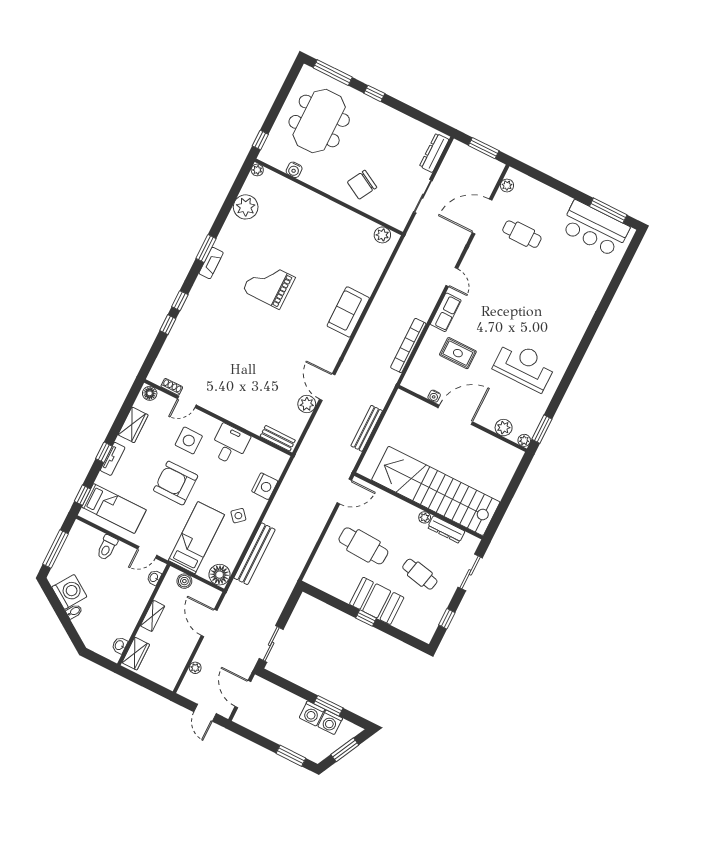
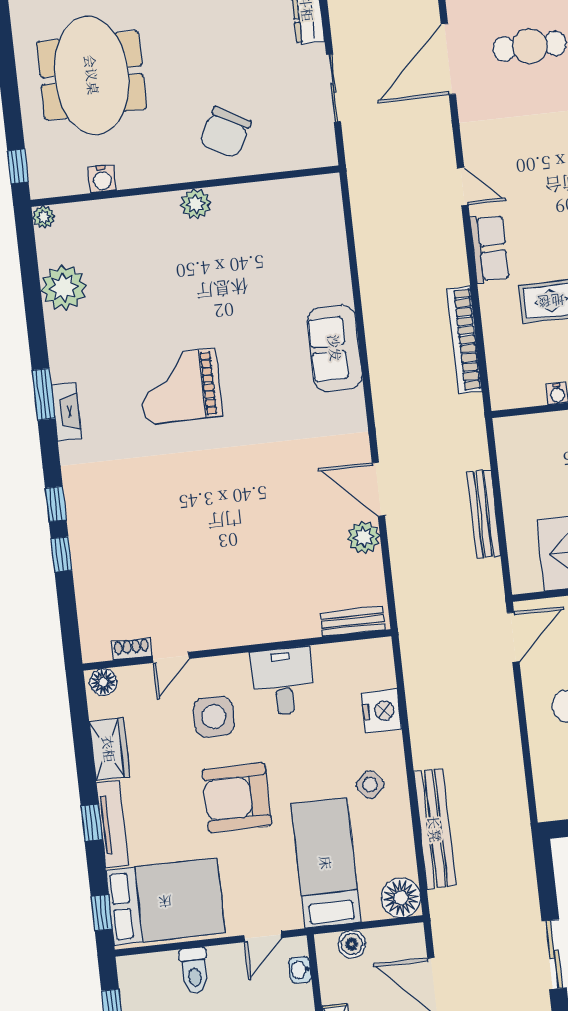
plant: (382, 235) -> (196, 204), moved
tv unit: (113, 459) -> (112, 824), width x1.41
bed: (114, 509) -> (165, 902), width x1.50

